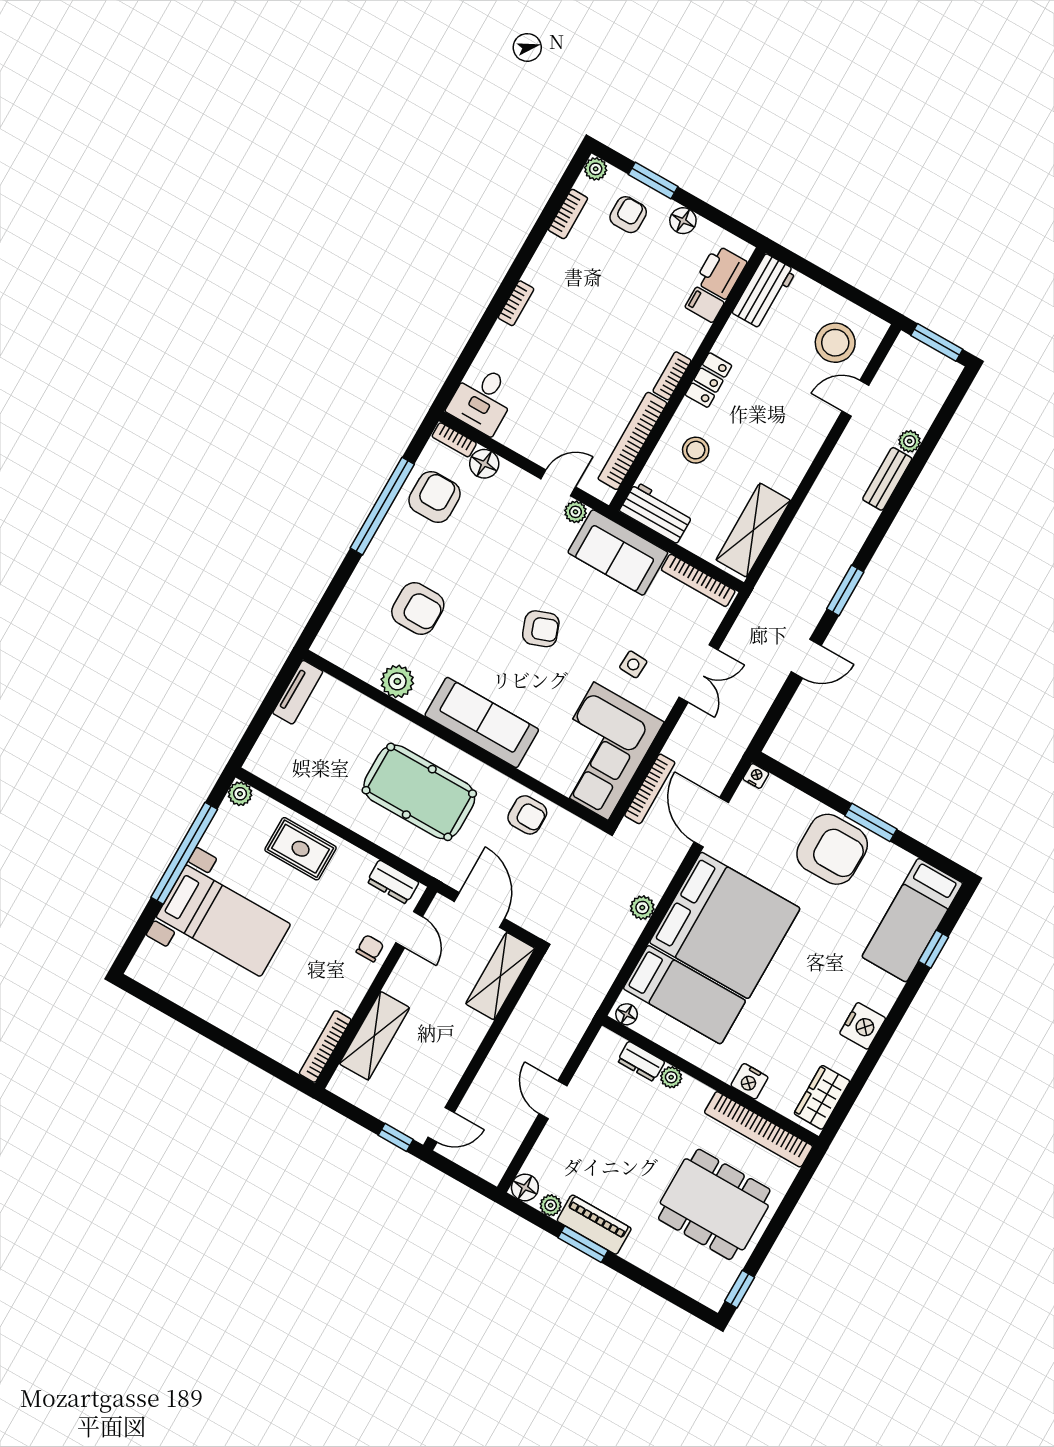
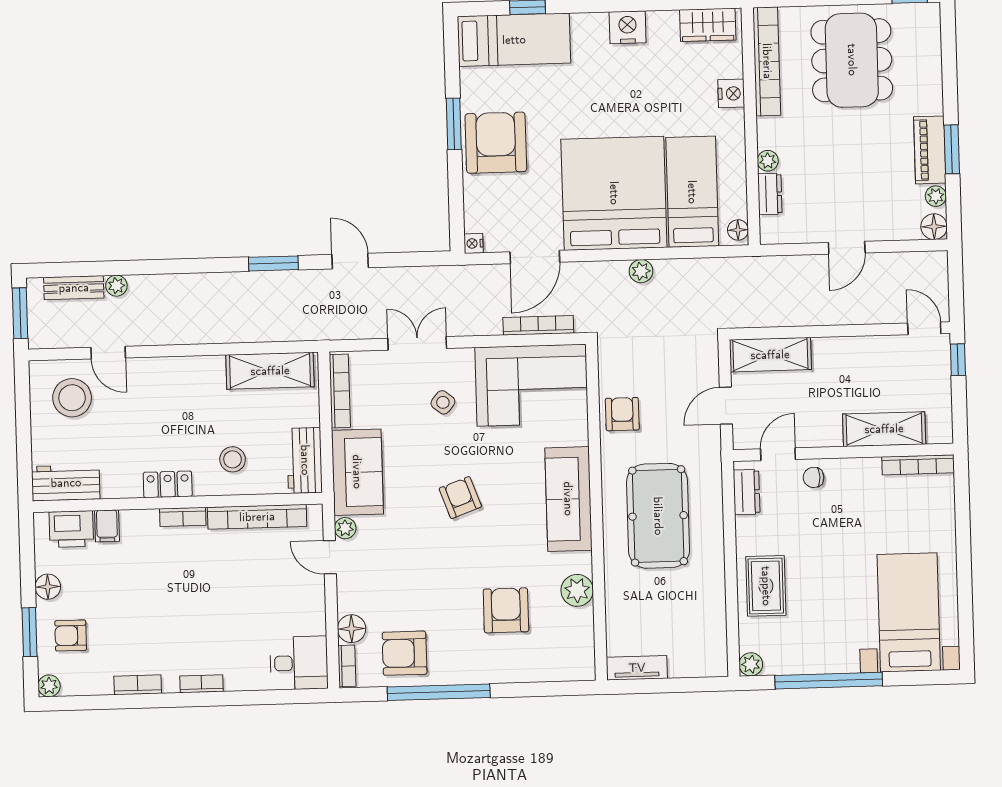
bookcase: (568, 214) -> (138, 685), moved
bench: (887, 479) -> (74, 288), moved
side table: (633, 664) -> (443, 402), turned 36
door: (479, 910) -> (726, 406), width x0.73
bed with nightstands: (223, 921) -> (909, 612), moved

